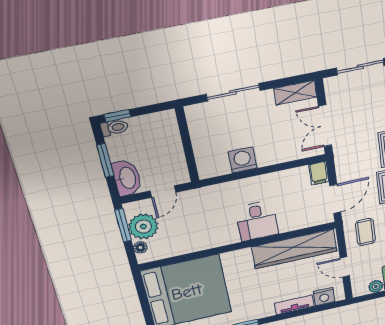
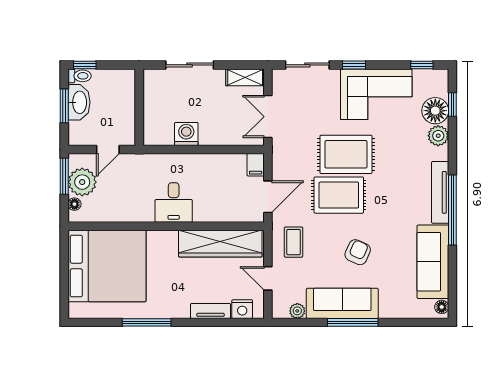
washbasin: (127, 178) -> (79, 102), moved
desk: (257, 221) -> (174, 203), moved

